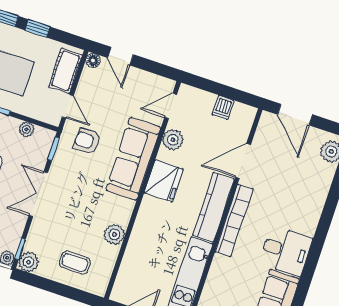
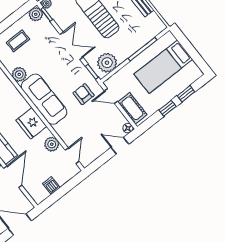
plant: (26, 129) -> (107, 63), width x1.87, depth x1.87
armchair: (87, 141) -> (84, 94), turned -90
sofa: (133, 159) -> (44, 99), moved

